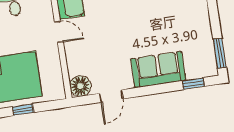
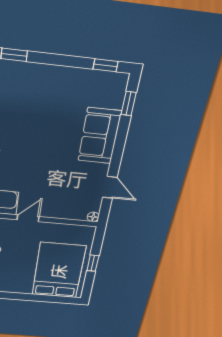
window: (220, 53) -> (105, 65), width x0.67
floor lamp: (80, 86) -> (93, 217), width x0.53, depth x0.53

